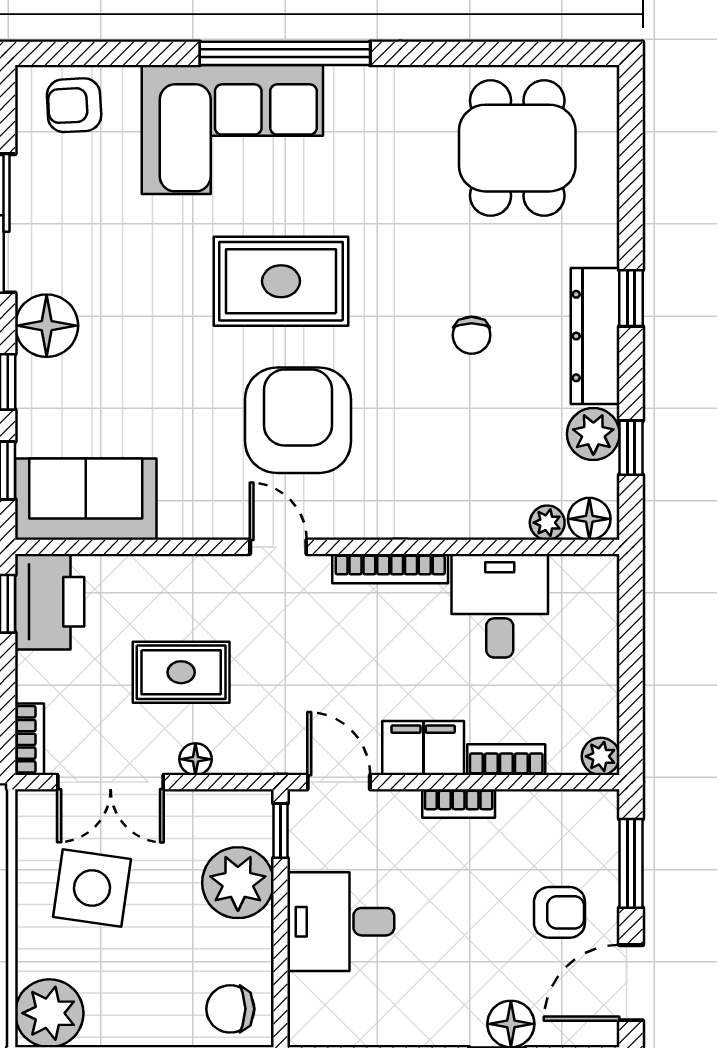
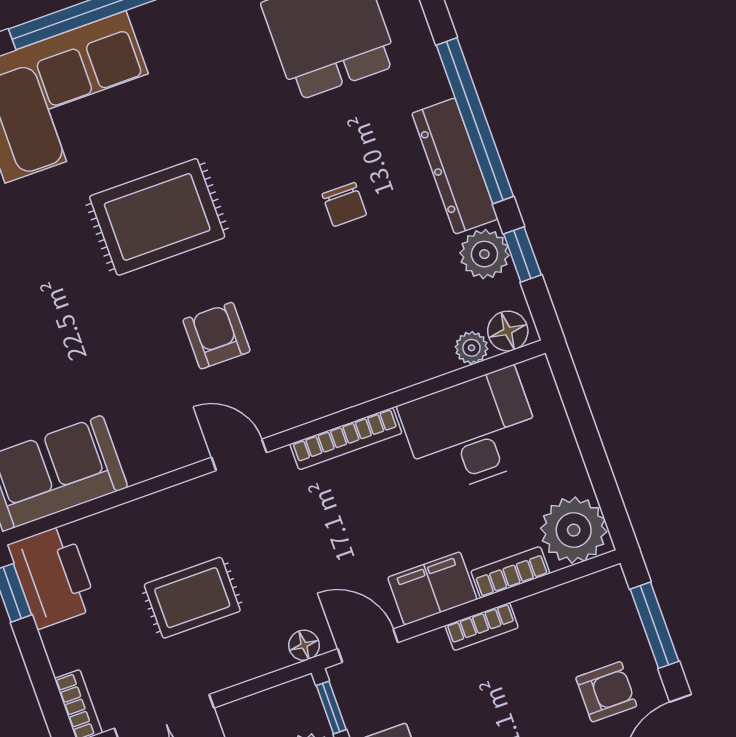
window: (631, 298) -> (475, 121), width x3.17
armchair: (298, 420) -> (216, 336), width x0.53, depth x0.53
desk: (500, 606) -> (472, 431), width x1.37
plant: (601, 756) -> (574, 530), width x1.87, depth x1.87
floor lamp: (195, 759) -> (304, 645), moved

